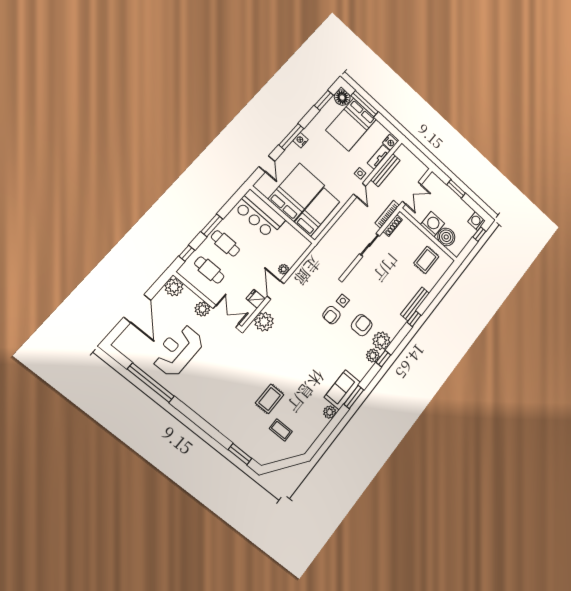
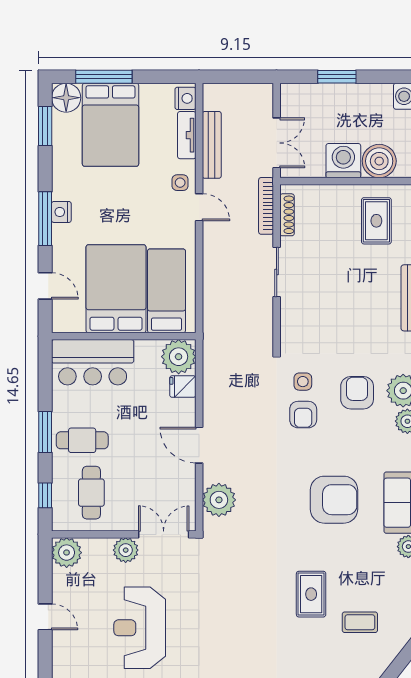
plant: (284, 269) -> (179, 357), moved, width x1.87, depth x1.87
cafe table: (209, 270) -> (91, 493), turned 90
fridge: (256, 299) -> (183, 387), moved
door: (137, 309) -> (45, 617), width x0.53
armchair: (314, 364) -> (334, 500), added

